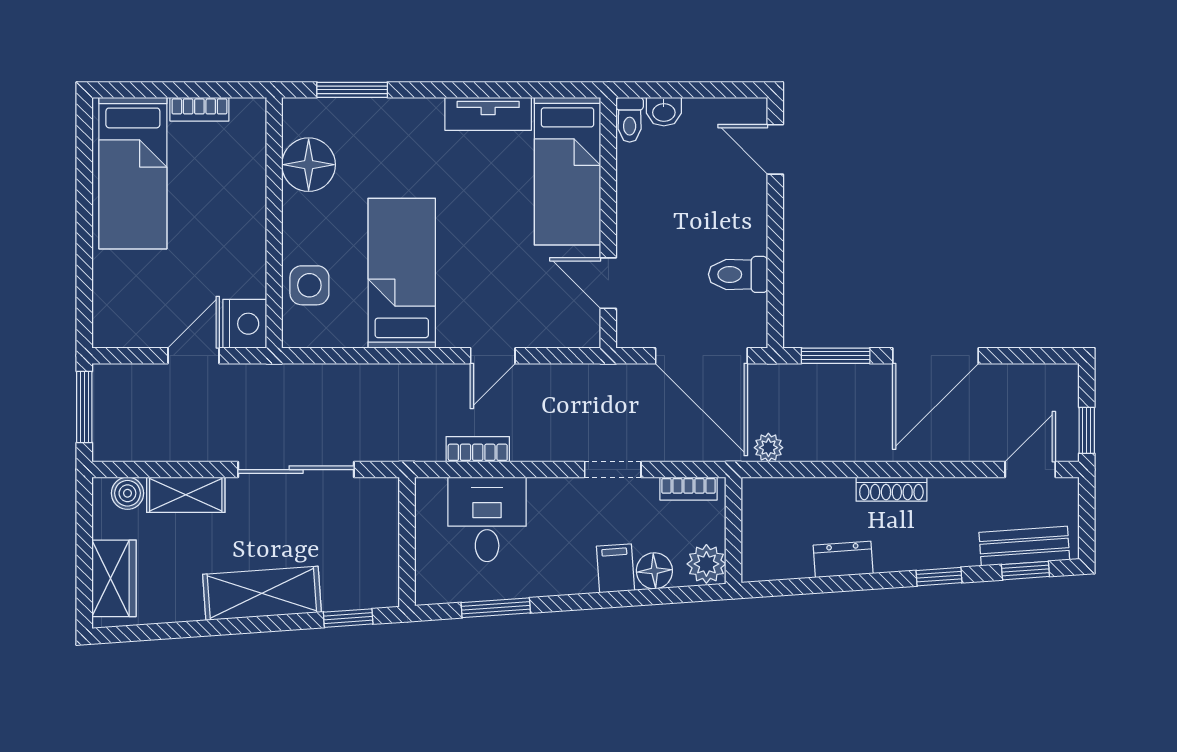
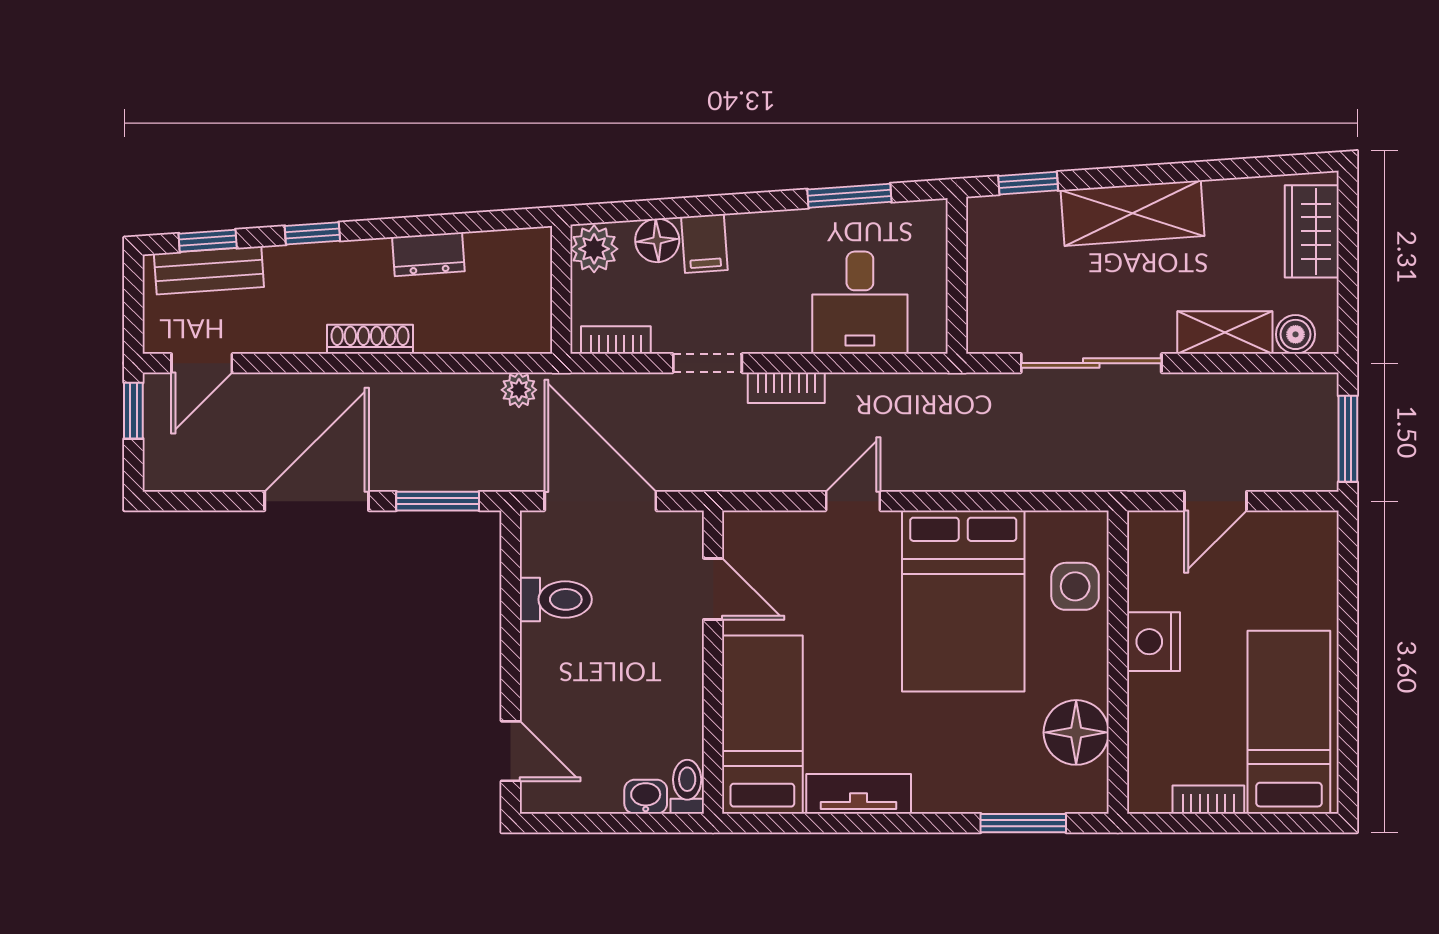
bed: (402, 273) -> (963, 601), width x1.50
nightstand: (245, 324) -> (1153, 642), moved
bookcase: (478, 449) -> (786, 388), moved

